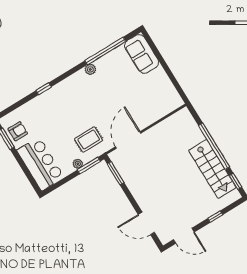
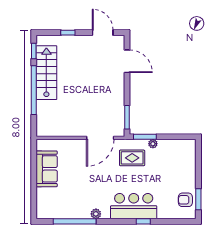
sofa: (142, 54) -> (47, 169), moved
bar counter: (40, 164) -> (134, 206), moved, turned 90

